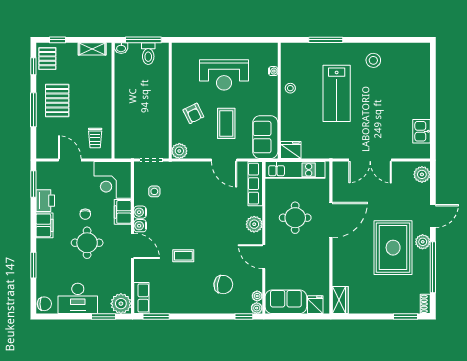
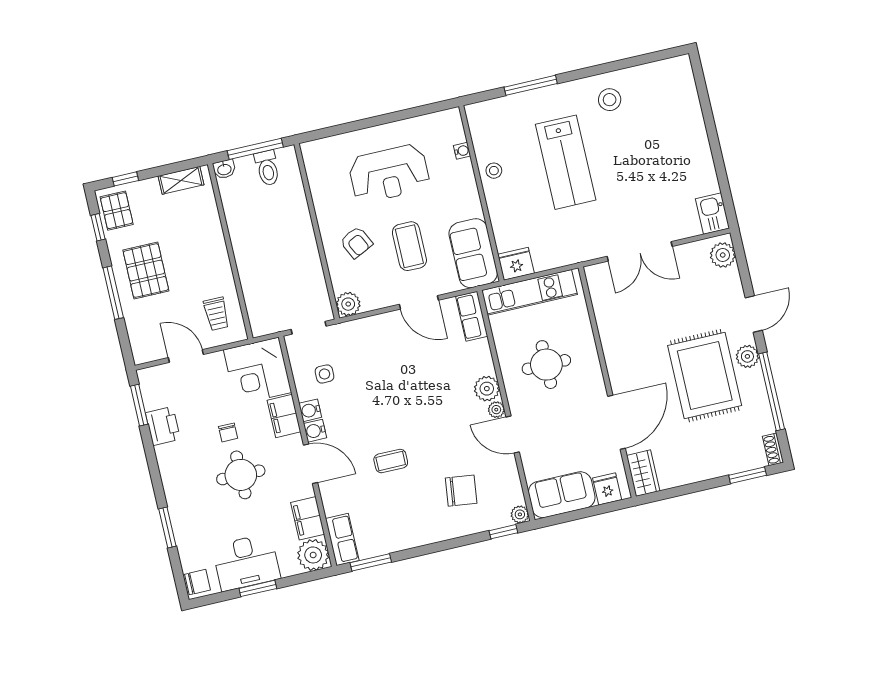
kitchen sink: (421, 131) -> (712, 214), moved
row of seats: (255, 184) -> (472, 316), width x0.68
door: (331, 220) -> (617, 422), moved
filing cabinet: (44, 225) -> (308, 518), moved, turned 180
plant: (257, 296) -> (496, 410), moved
window: (103, 317) -> (258, 588), moved

